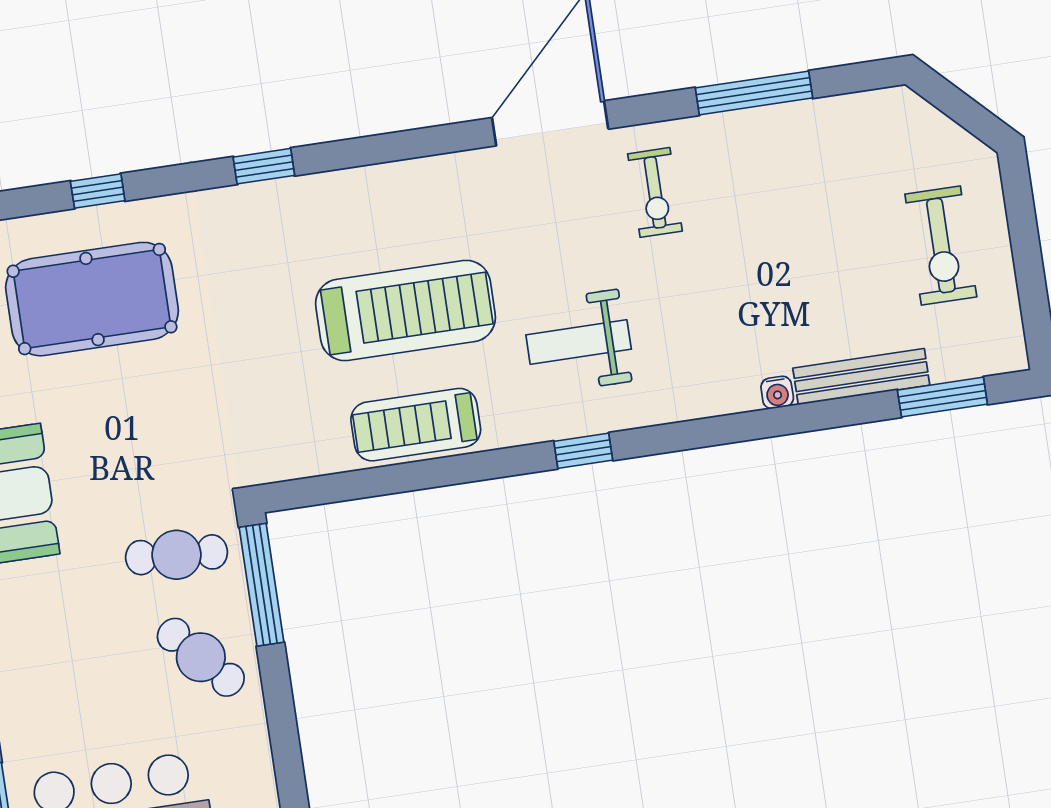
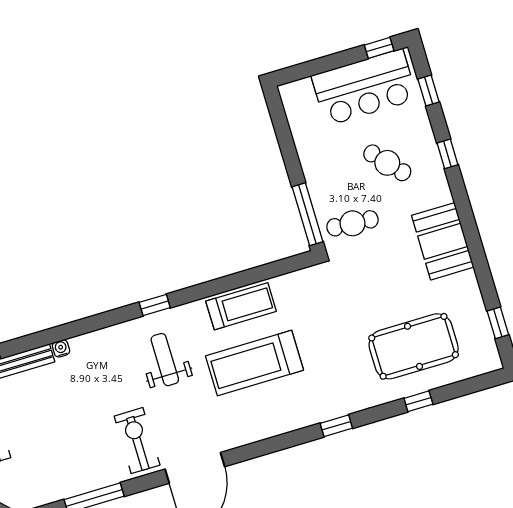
exercise bike: (655, 192) -> (137, 441), width x1.38, depth x1.39
weight bench: (579, 342) -> (165, 360), turned -90
cafe table: (201, 657) -> (387, 163), moved

